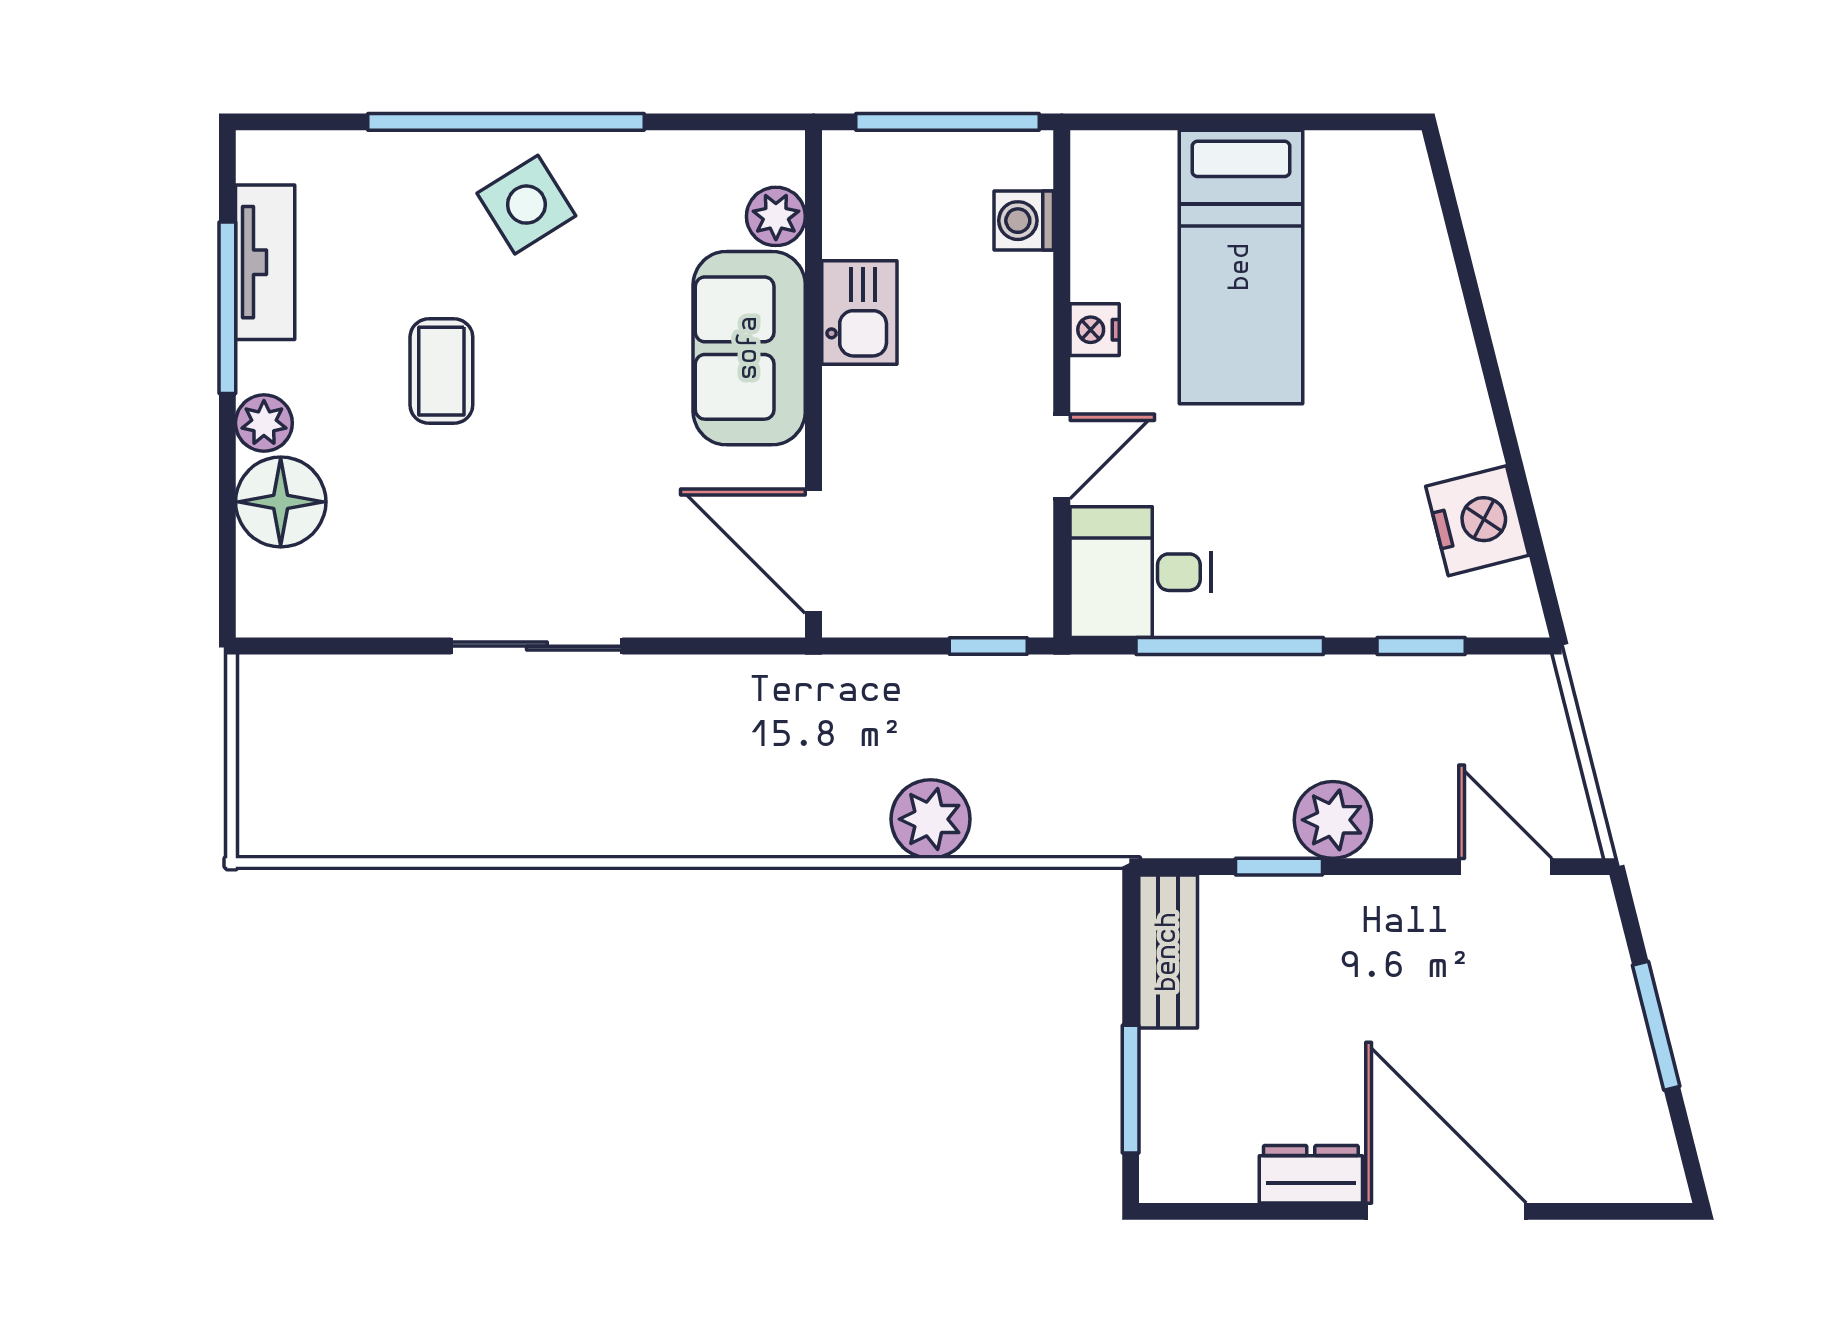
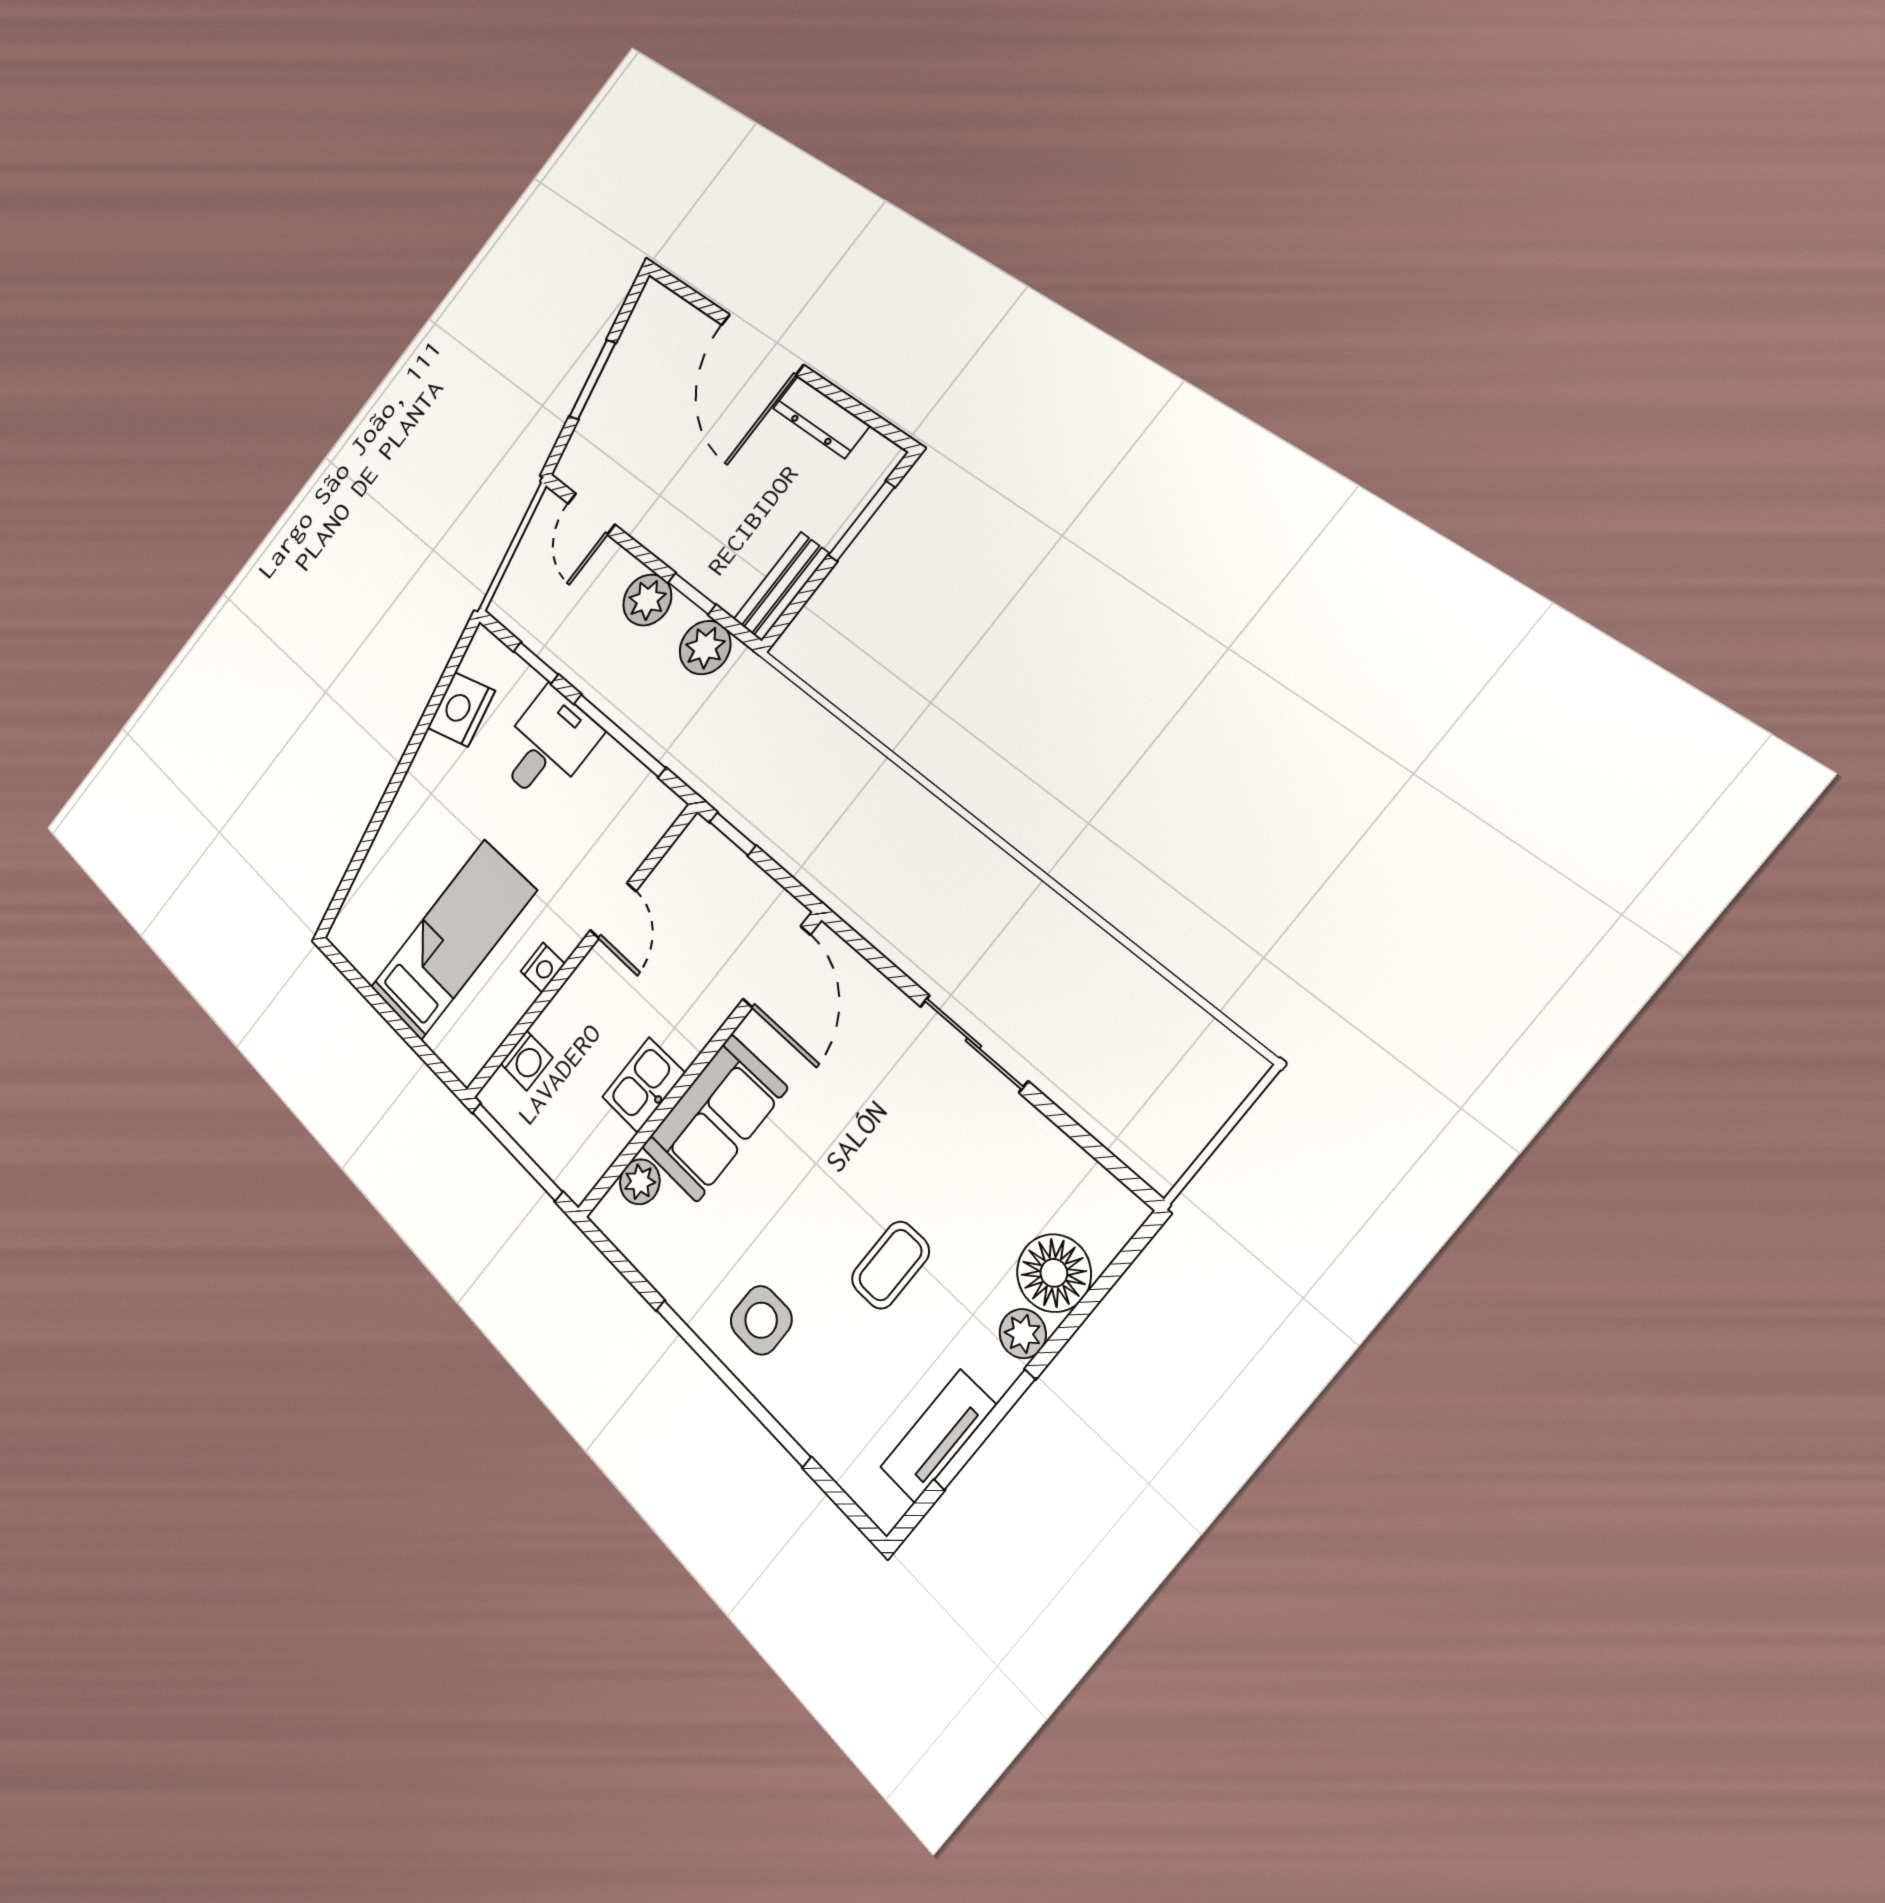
side table: (526, 205) -> (761, 1320), turned 32
door: (1062, 456) -> (613, 911), swing flipped
desk: (1141, 572) -> (547, 745), moved, turned -90
plant: (931, 819) -> (705, 647), moved
dresser: (1311, 1174) -> (821, 417), width x1.44

